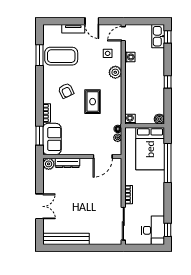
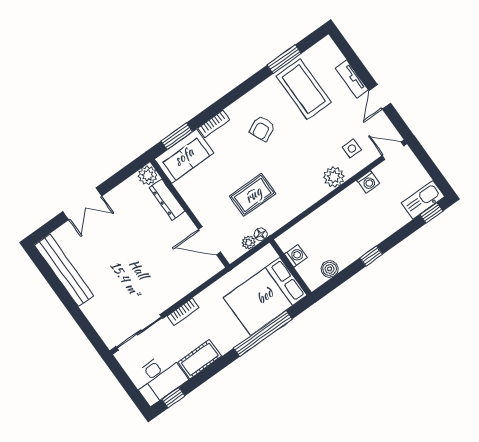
rug: (93, 102) -> (253, 195), moved
washing machine: (130, 119) -> (296, 256), moved
boiler: (159, 119) -> (330, 269), moved
cot: (158, 203) -> (200, 359), added

